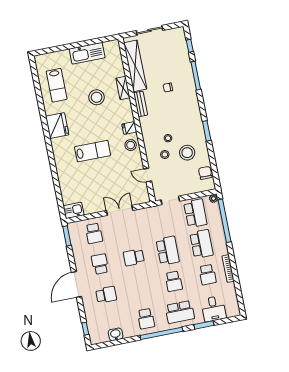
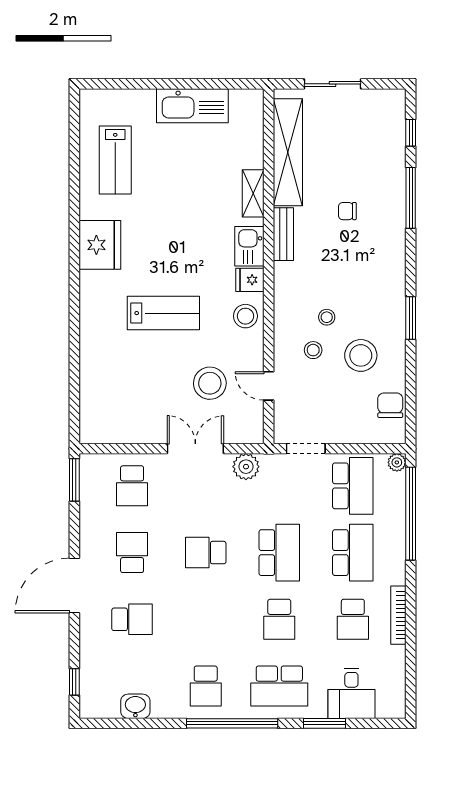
stool: (97, 97) -> (210, 383), moved
kitchen sink: (74, 210) -> (249, 246), moved, turned -90
plant: (145, 214) -> (246, 467), added

